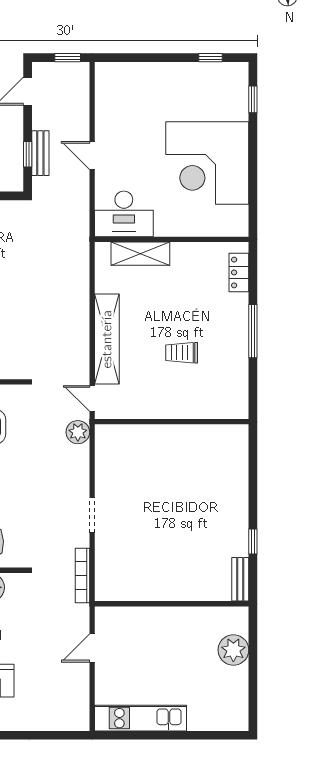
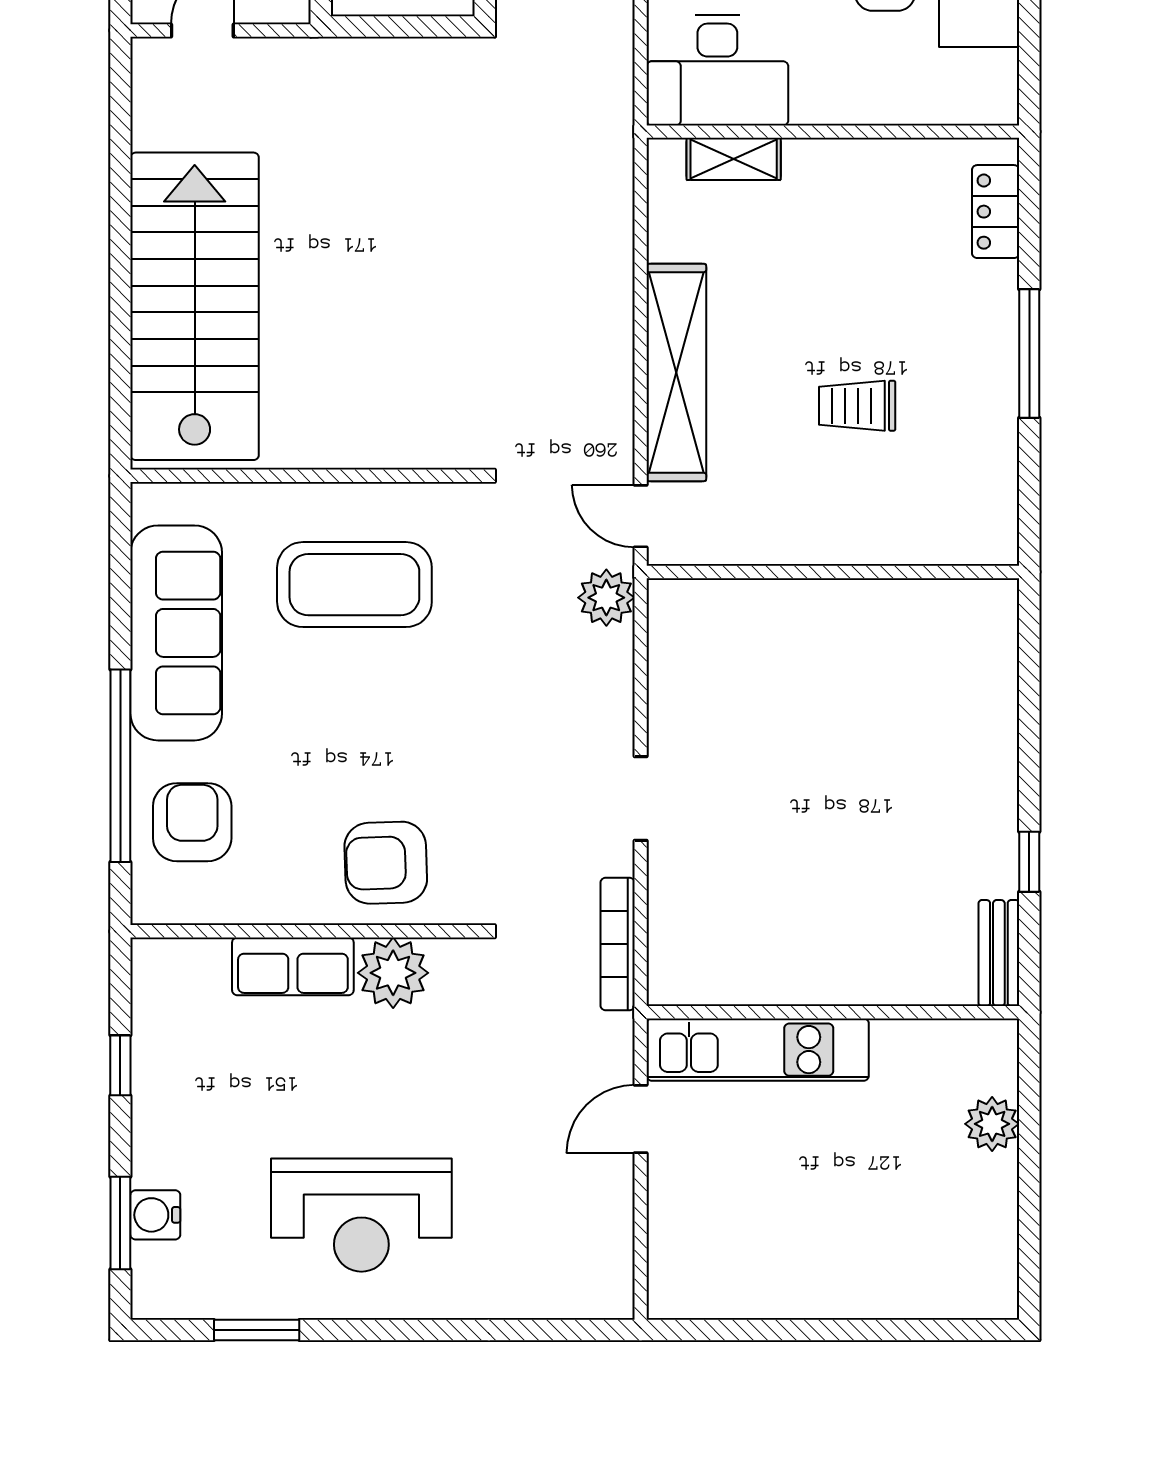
shelving: (140, 254) -> (734, 159), width x0.67, depth x0.75
plant: (233, 650) -> (992, 1124), width x0.73, depth x0.73
kitchen unit: (141, 718) -> (758, 1050), moved, turned 180

